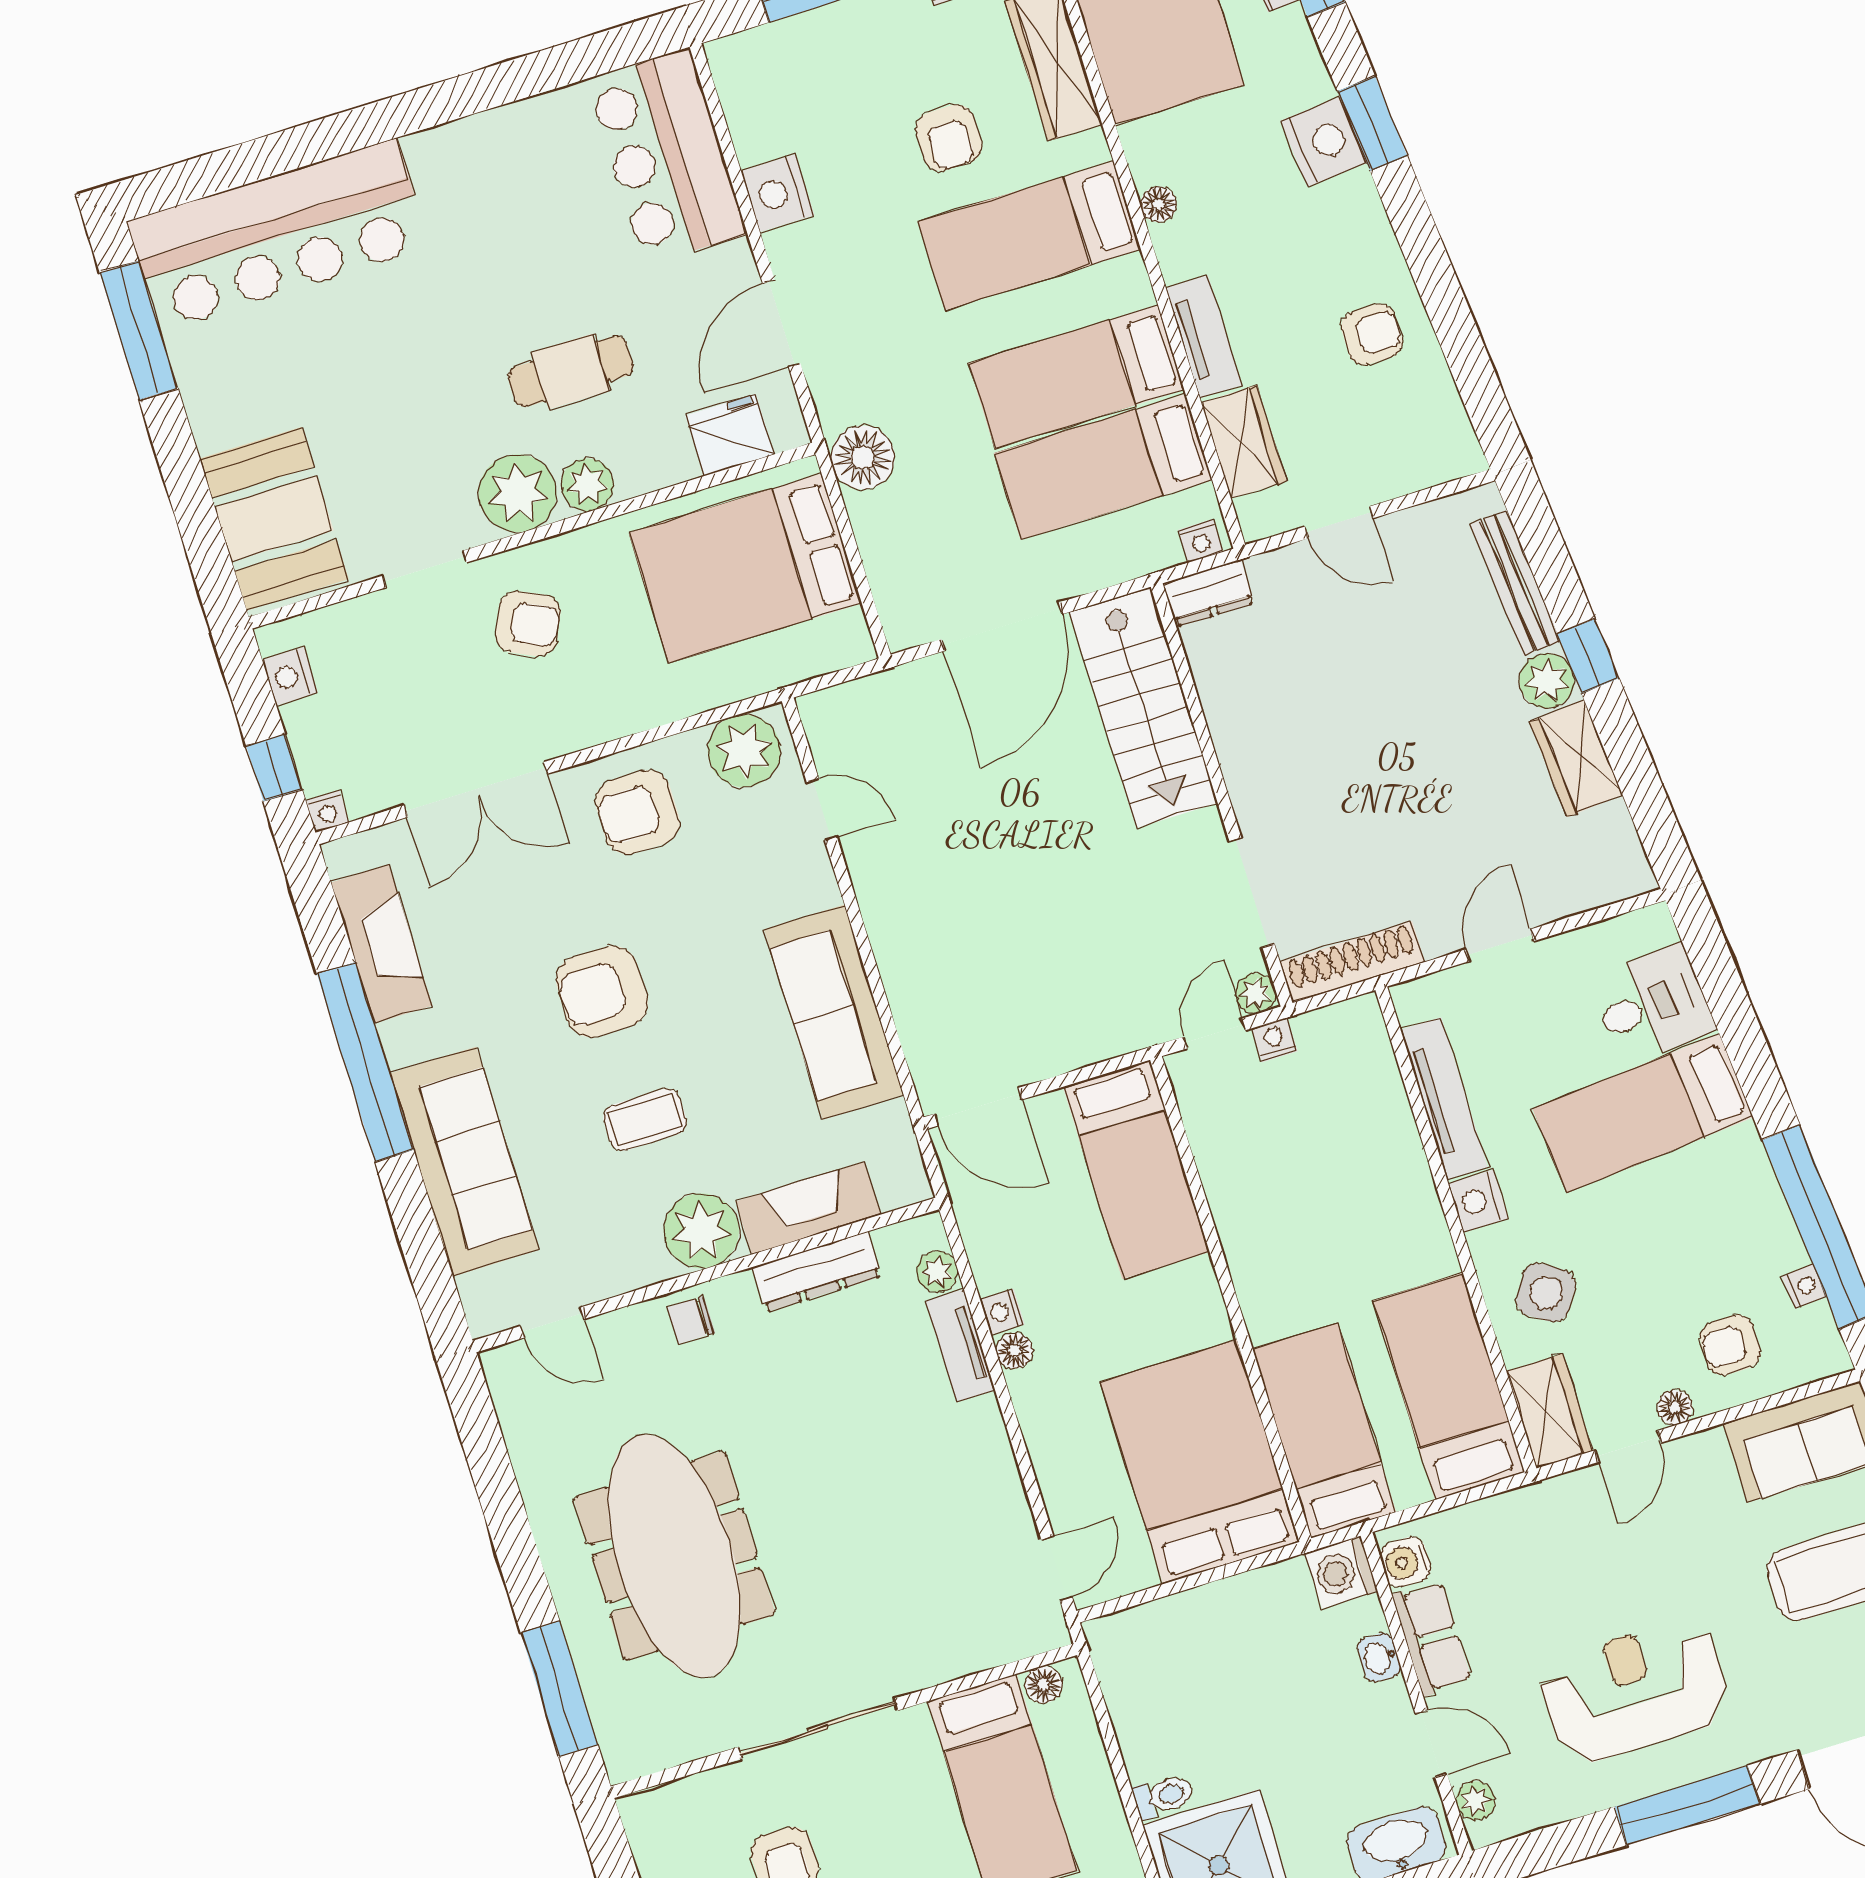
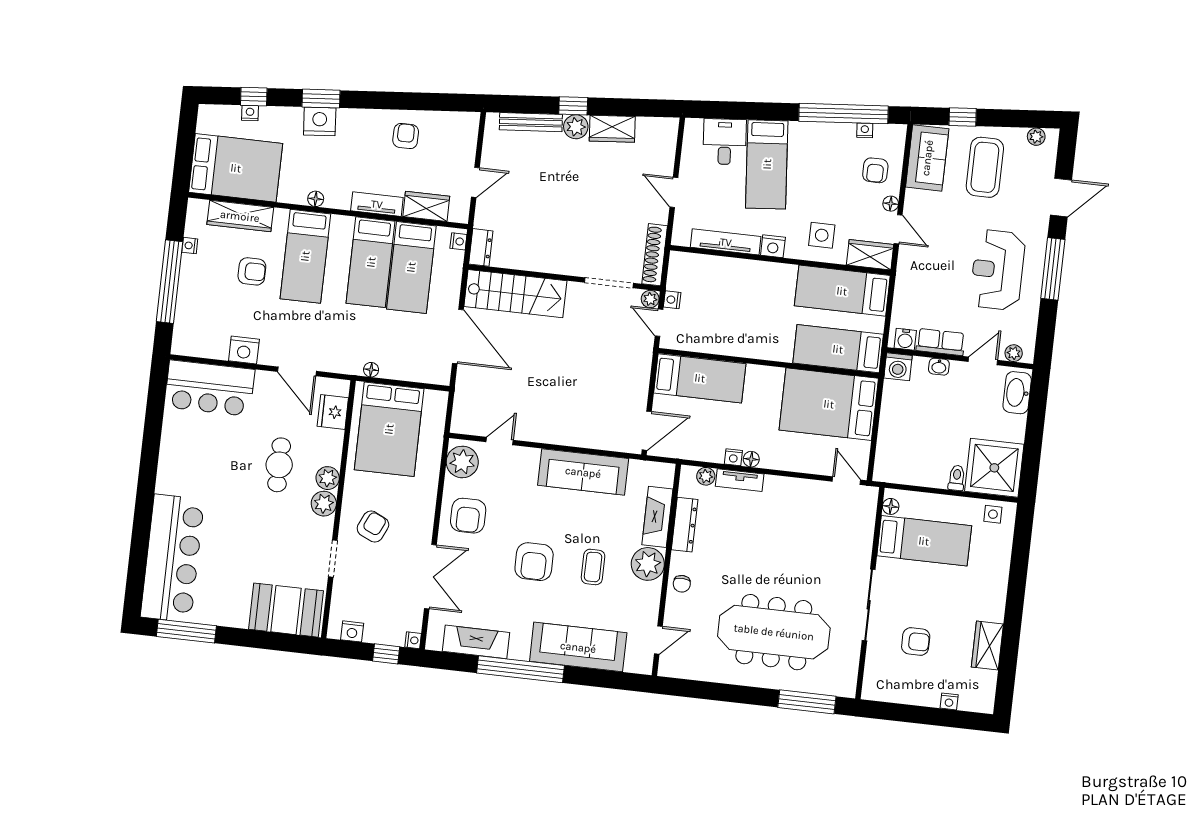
floor lamp: (863, 457) -> (371, 370), width x0.53, depth x0.53
plant: (518, 493) -> (324, 504), width x0.73, depth x0.73
side table: (1546, 1293) -> (822, 235), turned -33

